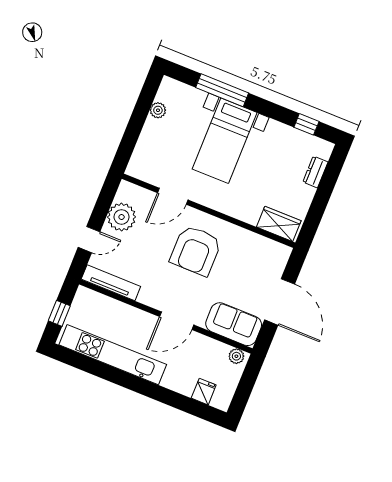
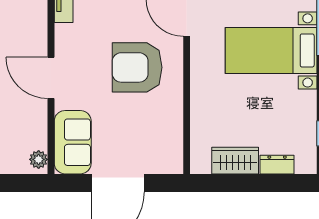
wardrobe: (279, 224) -> (235, 161), moved, turned -90

